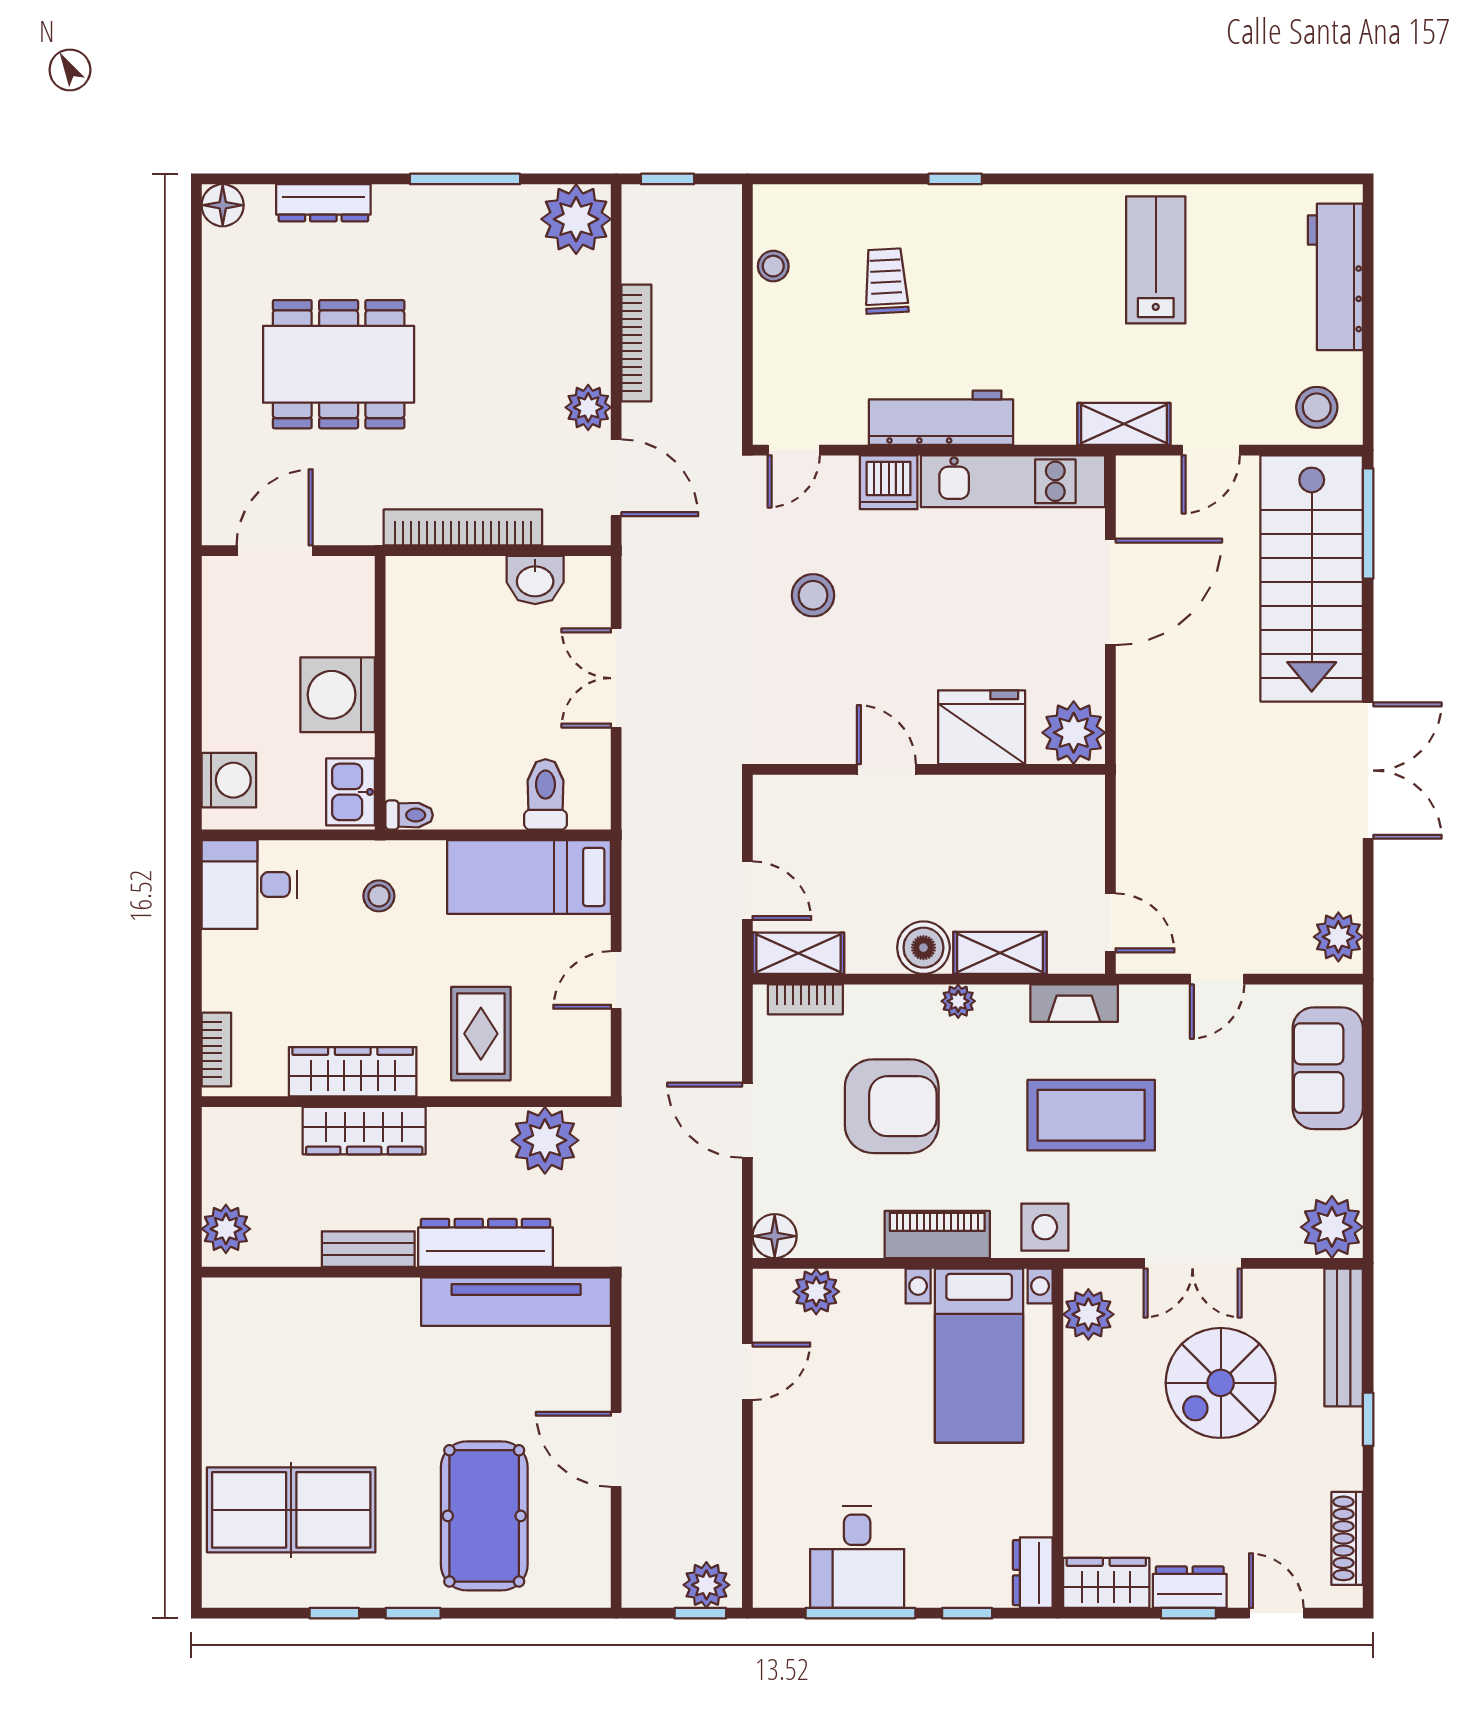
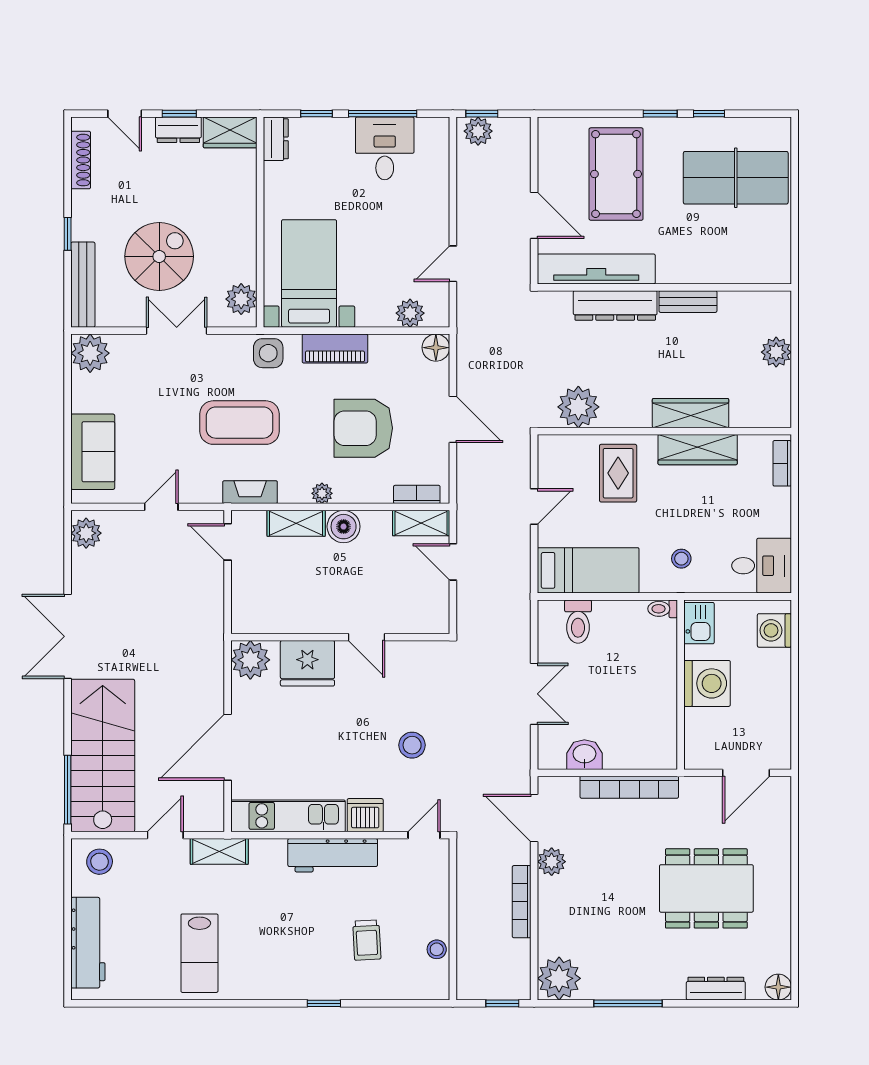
dresser: (486, 1243) -> (615, 305), moved
bench: (368, 1249) -> (688, 302), moved
wall: (406, 1272) -> (664, 287), moved
tv unit: (516, 1302) -> (596, 269), moved

